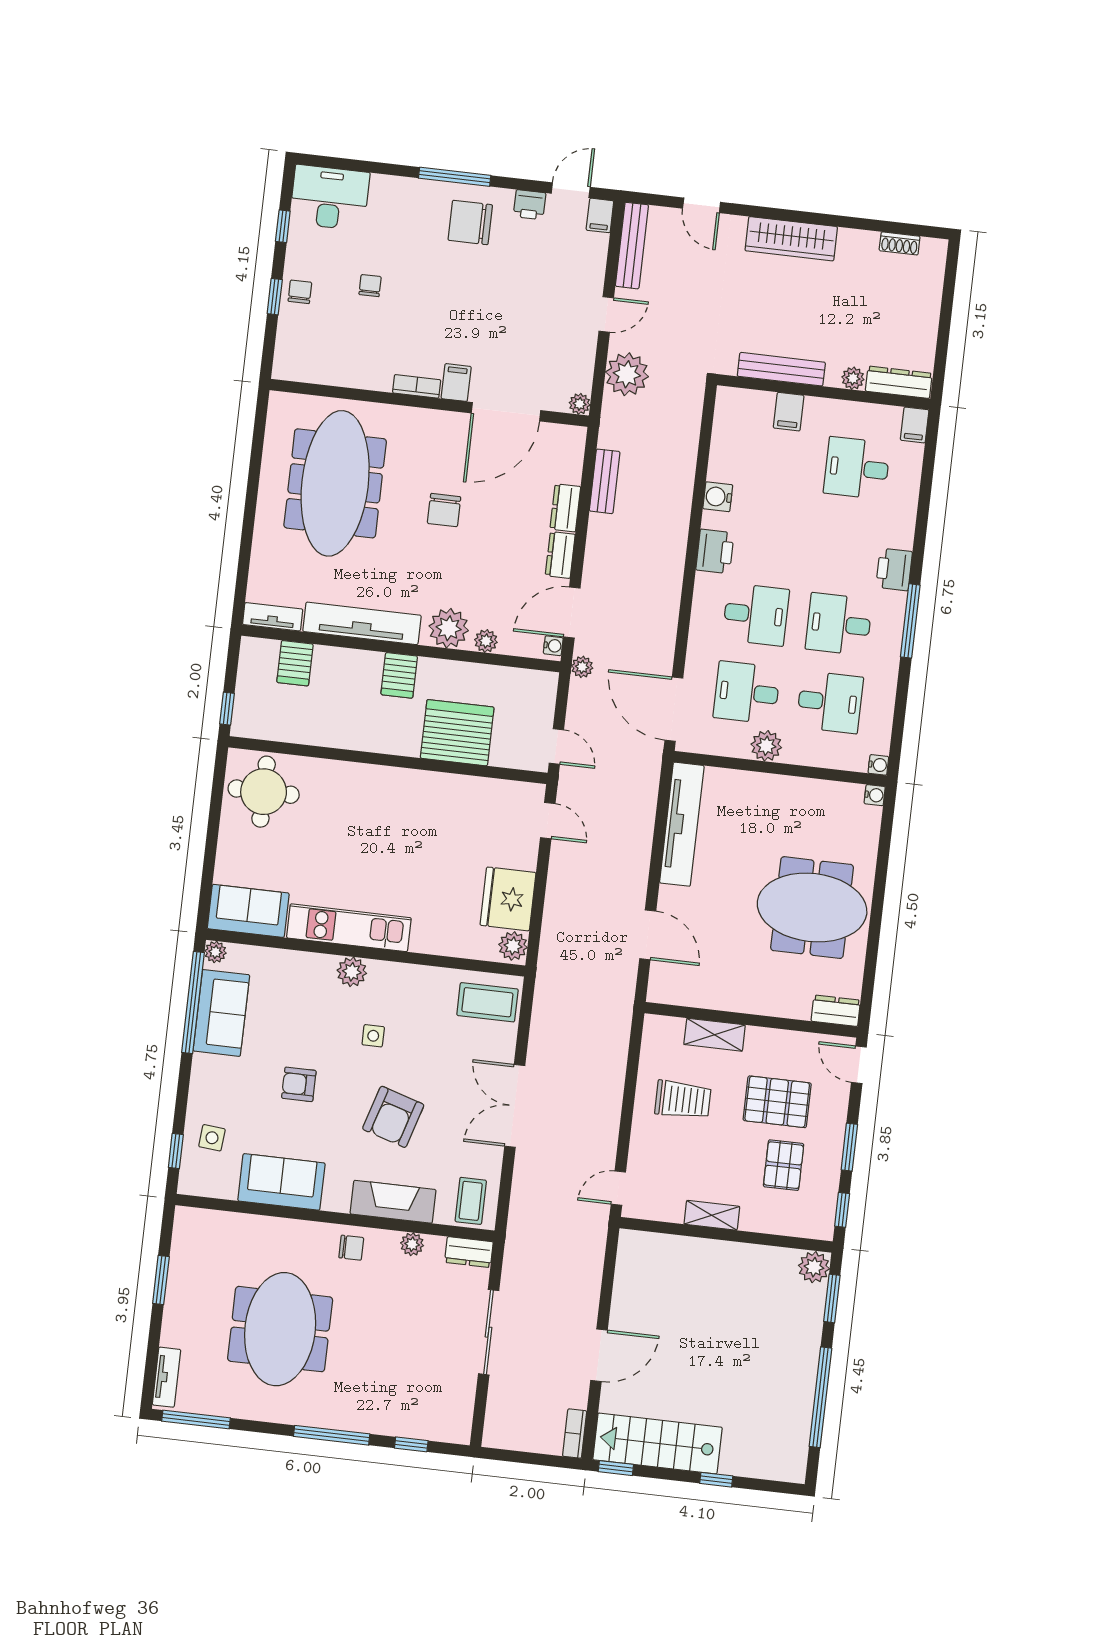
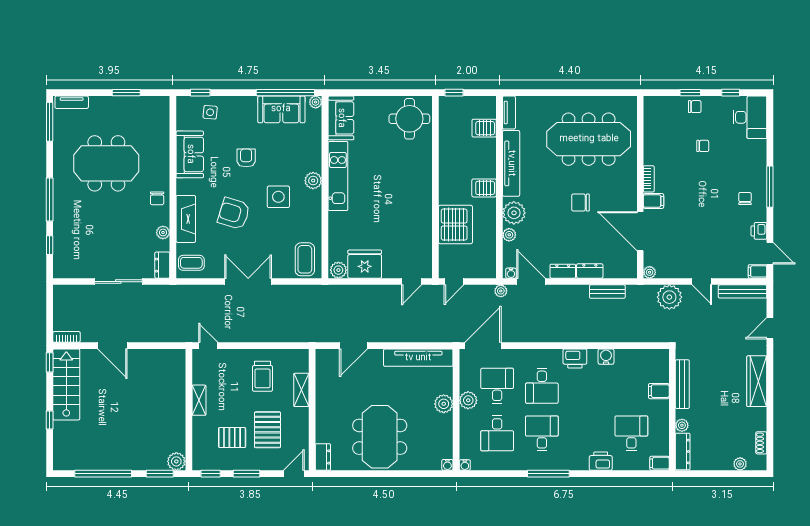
chair: (470, 223) -> (745, 199), width x0.54, depth x0.54
plant: (932, 285) -> (740, 464), added
printer: (894, 569) -> (601, 461), moved
plant: (767, 789) -> (444, 404), added
side table: (373, 1036) -> (278, 197), width x1.87, depth x1.87

